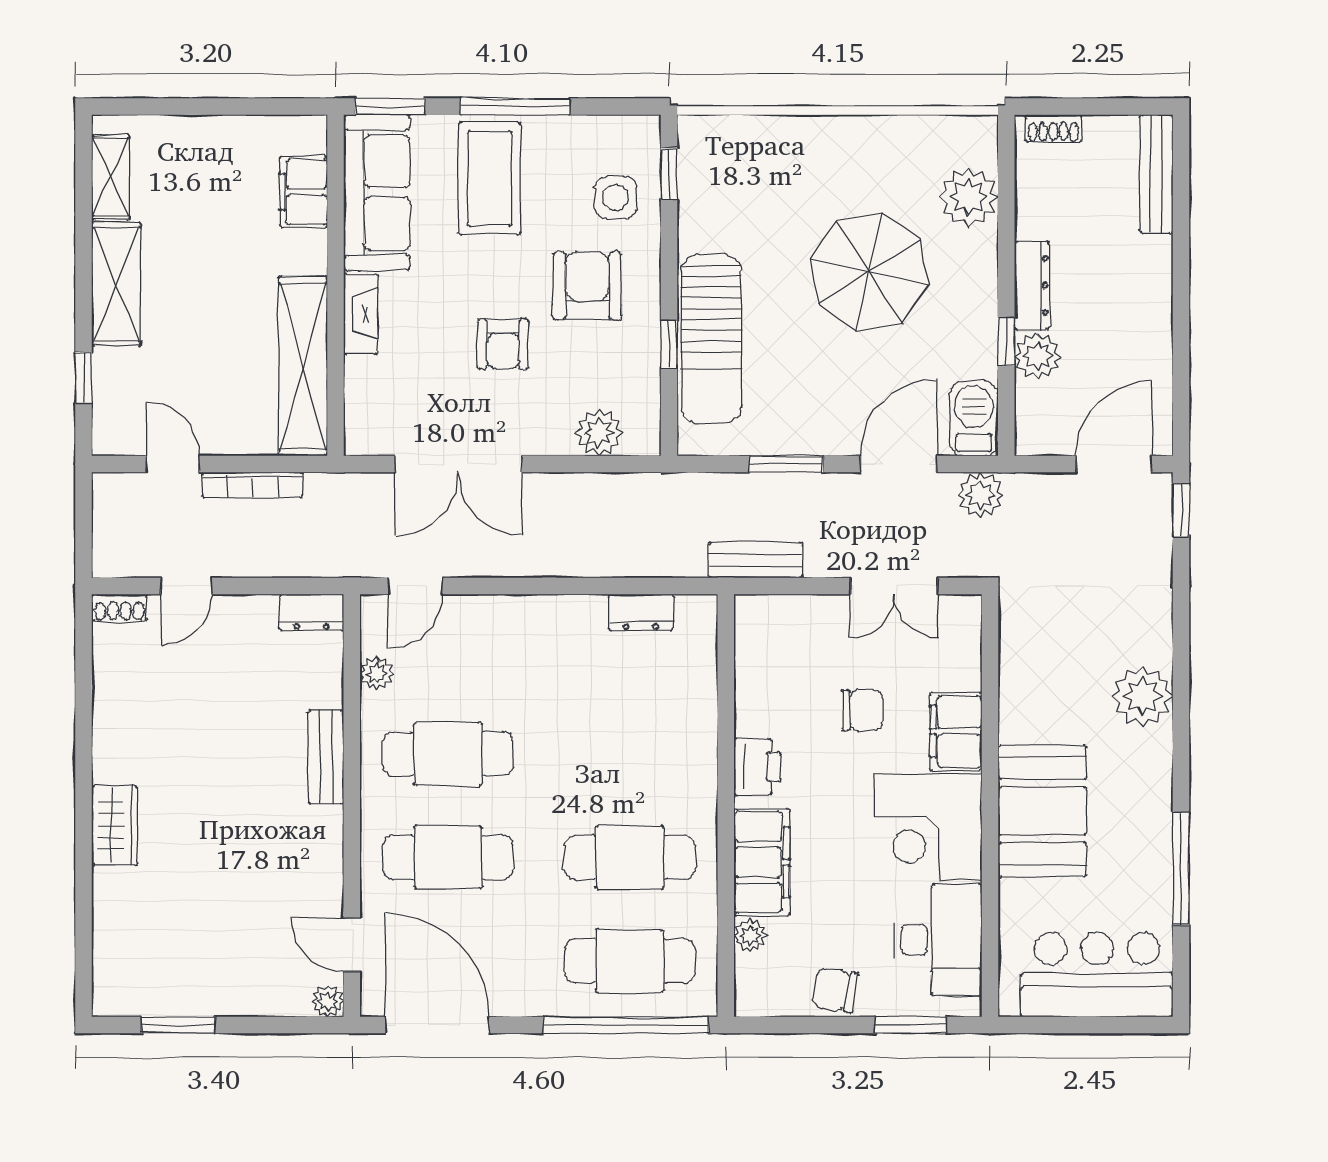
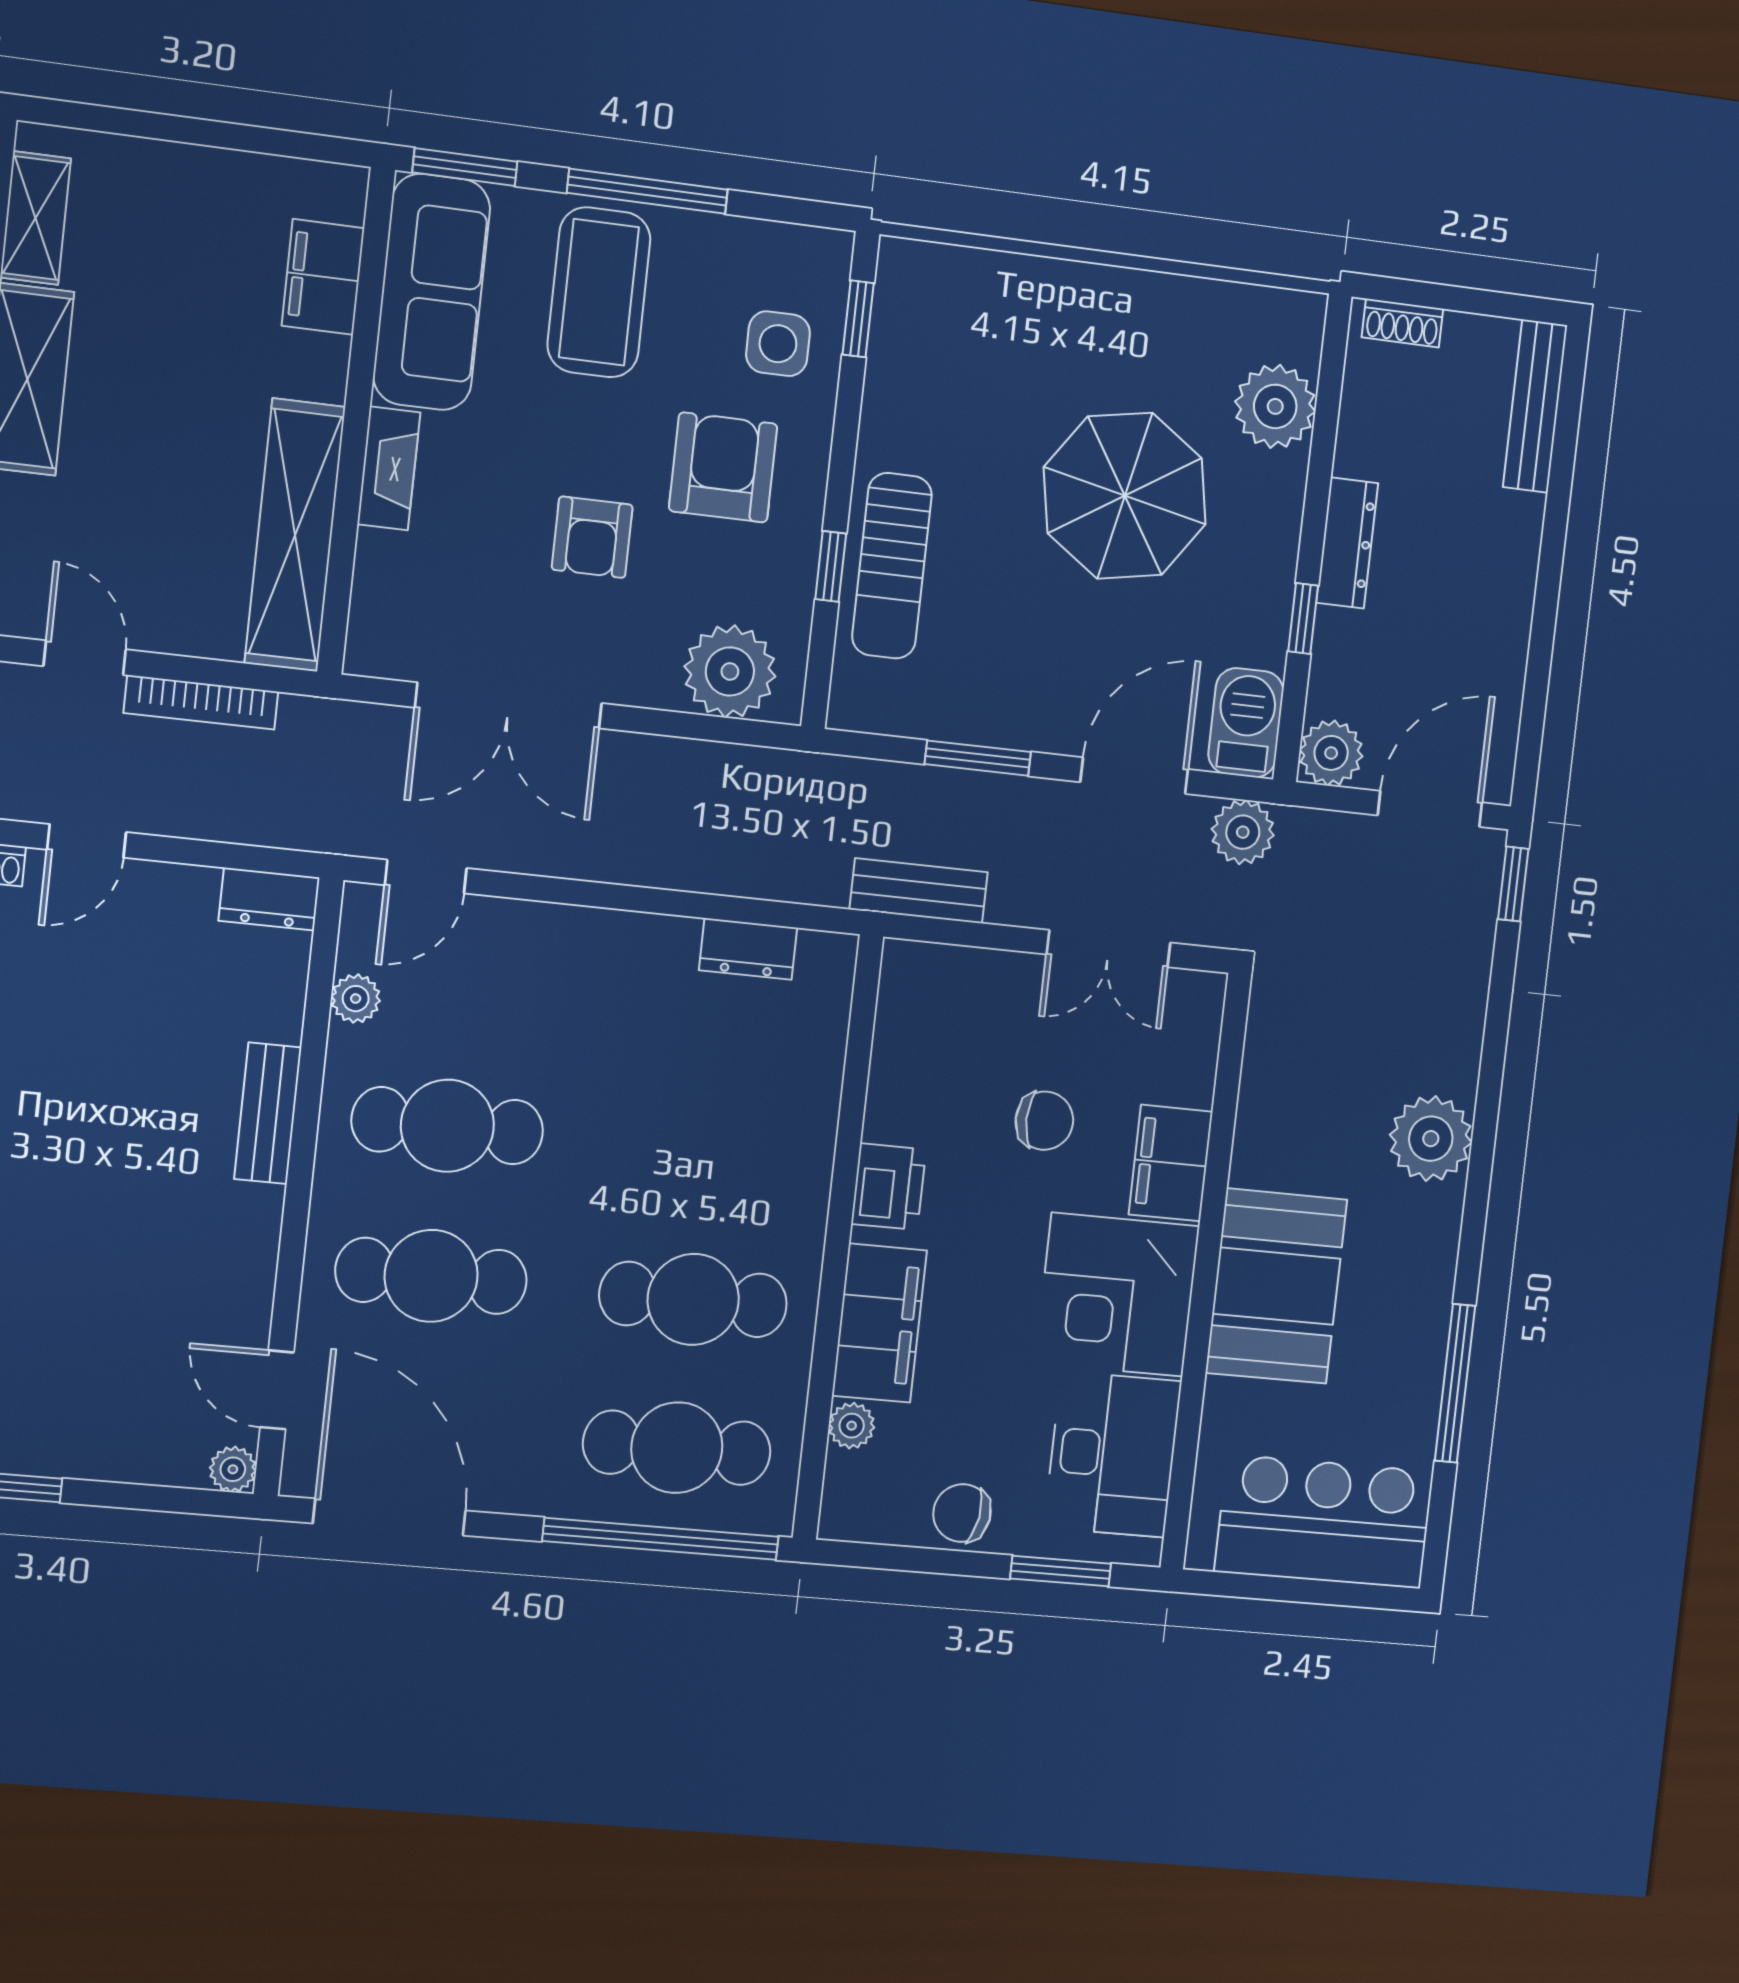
sun lounger: (711, 339) -> (892, 566), width x0.73, depth x0.75
plant: (1038, 356) -> (1331, 753), moved
plant: (599, 433) -> (730, 671), width x1.36, depth x1.36

